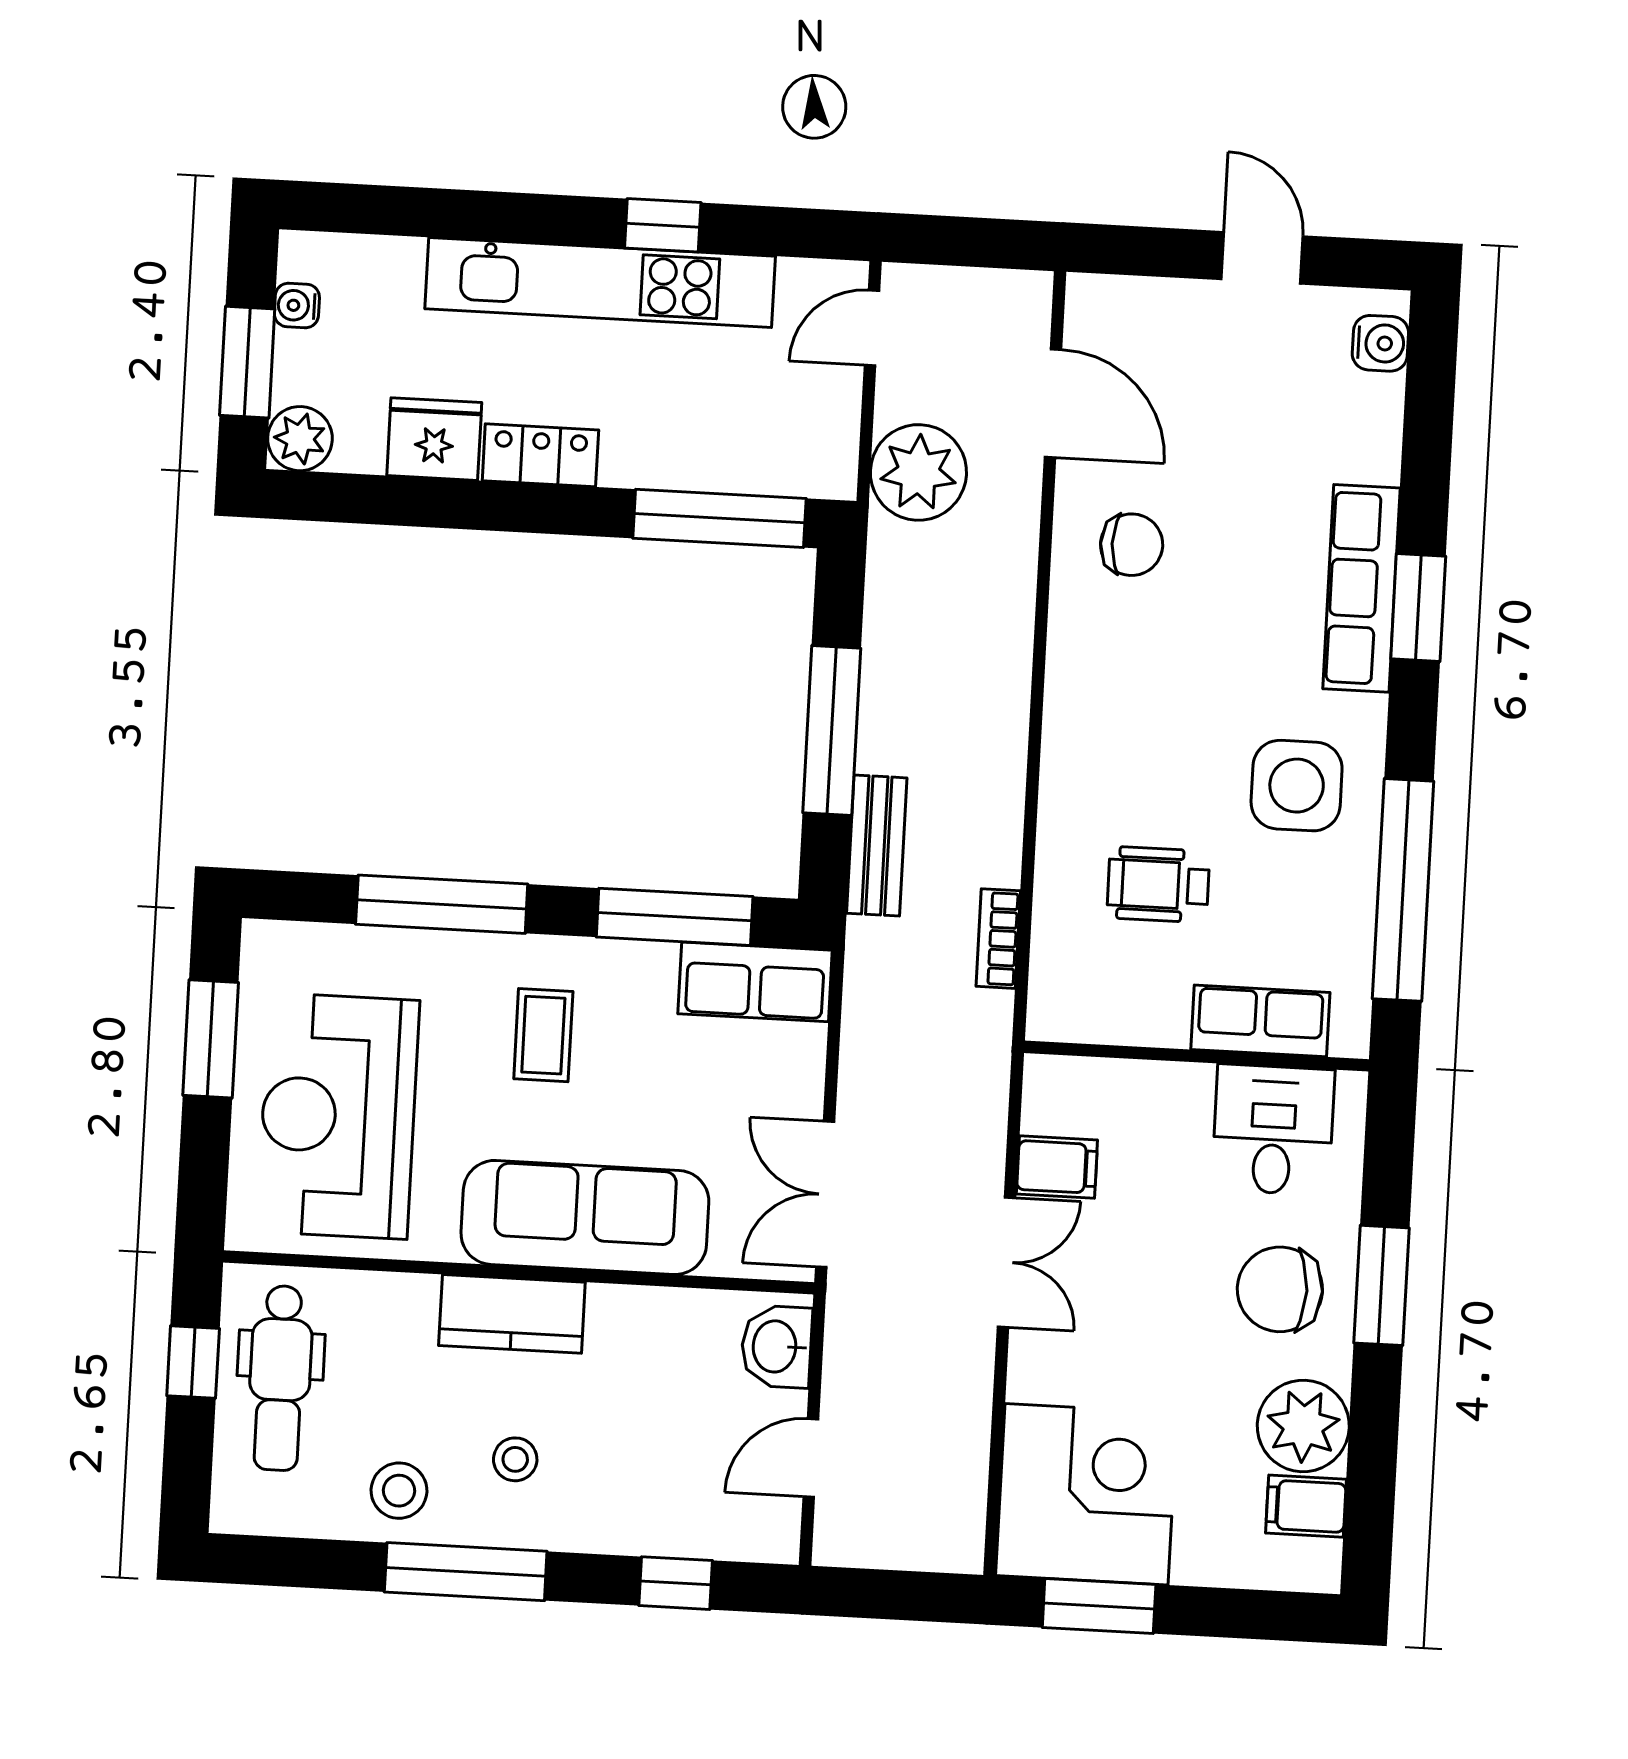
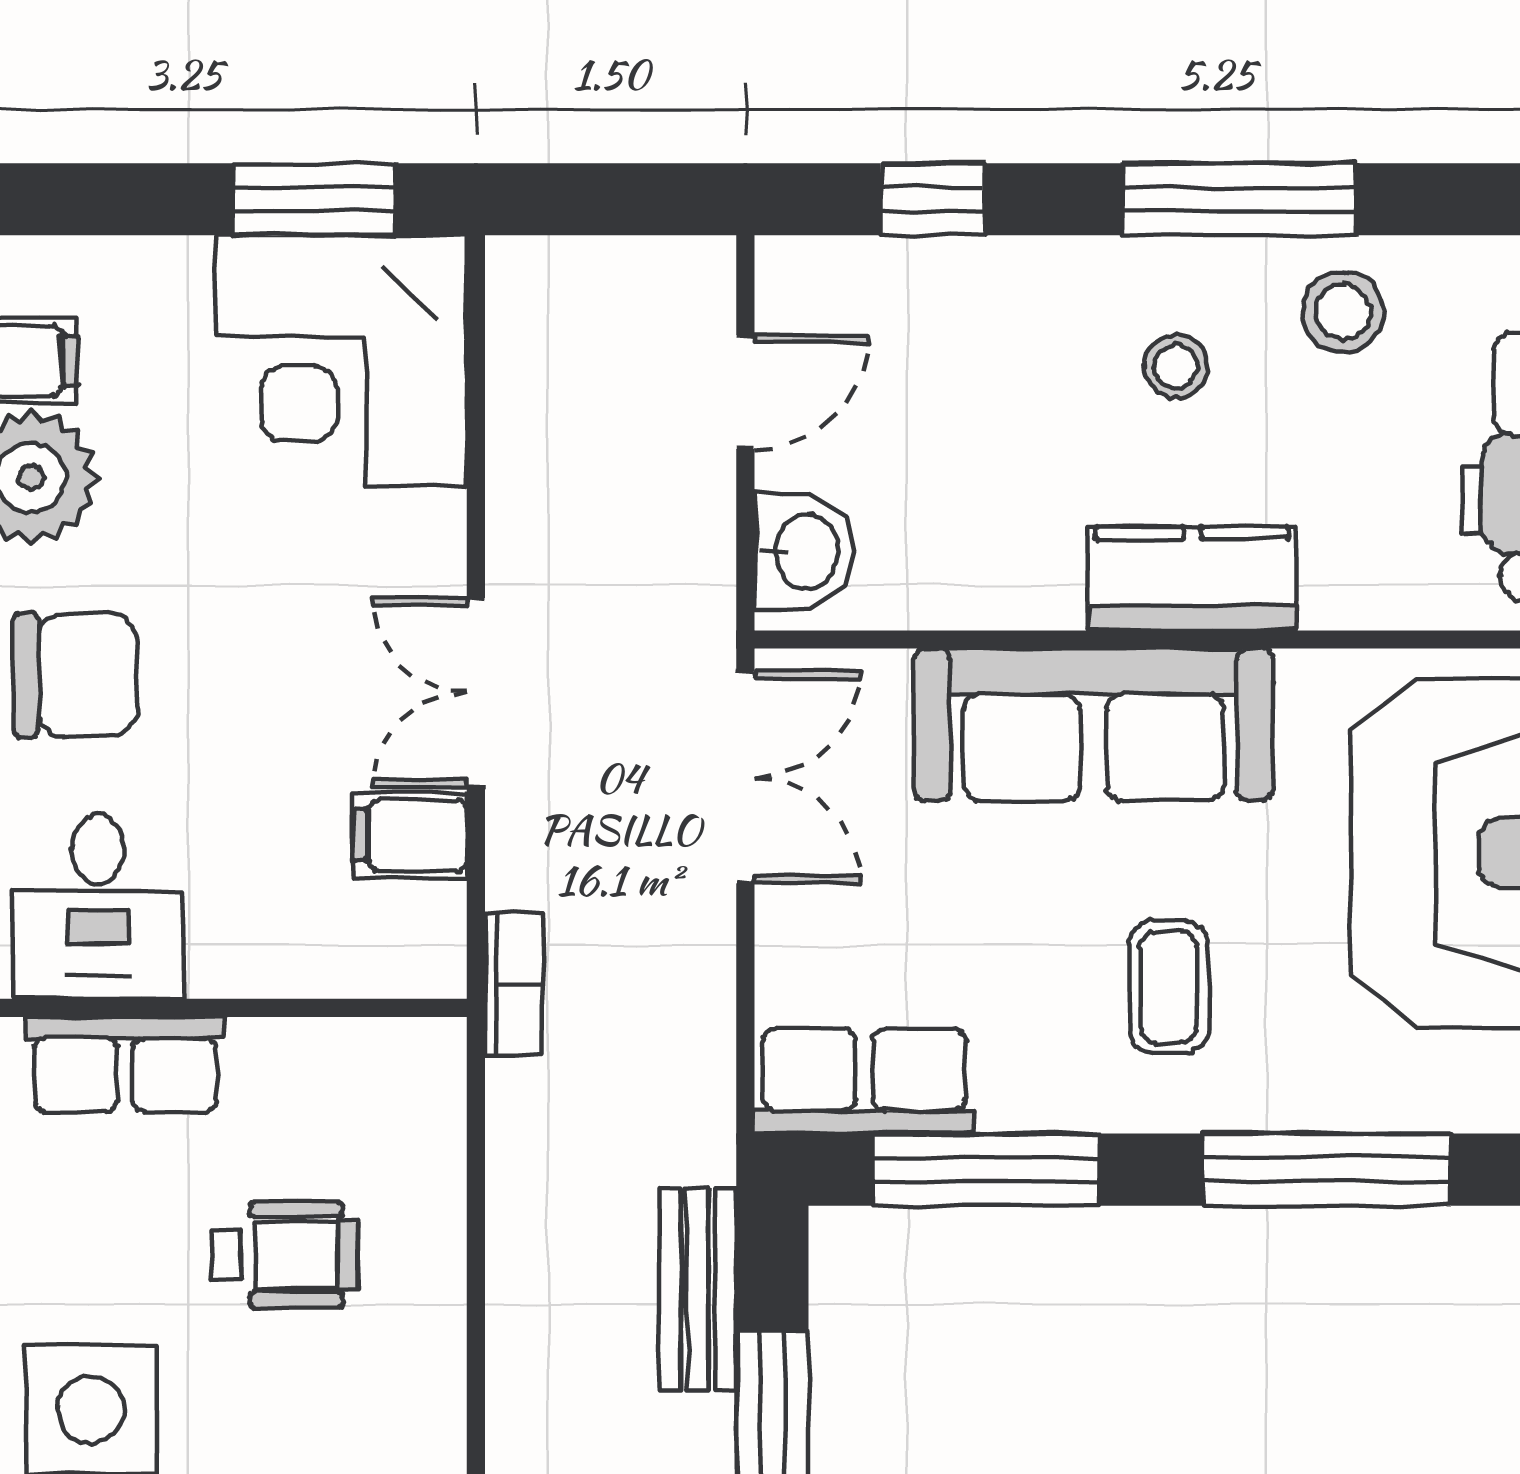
bookcase: (998, 939) -> (513, 984), moved

